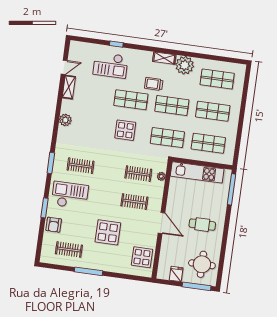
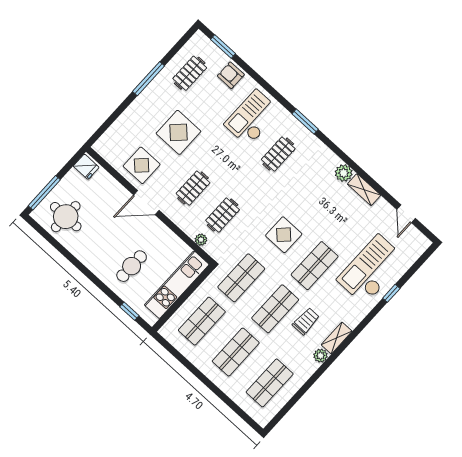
checkout: (111, 65) -> (371, 270), width x1.36, depth x1.21
plant: (185, 65) -> (320, 356), width x0.53, depth x0.53
trolley: (154, 84) -> (306, 321), moved
shelving: (69, 87) -> (364, 190), moved
window: (232, 189) -> (129, 311), width x0.46
checkout: (70, 195) -> (252, 118), turned 180
window: (45, 208) -> (223, 47), moved
cafe table: (202, 225) -> (132, 266), moved
display table: (142, 257) -> (142, 165), moved
fridge: (176, 274) -> (86, 167), moved

